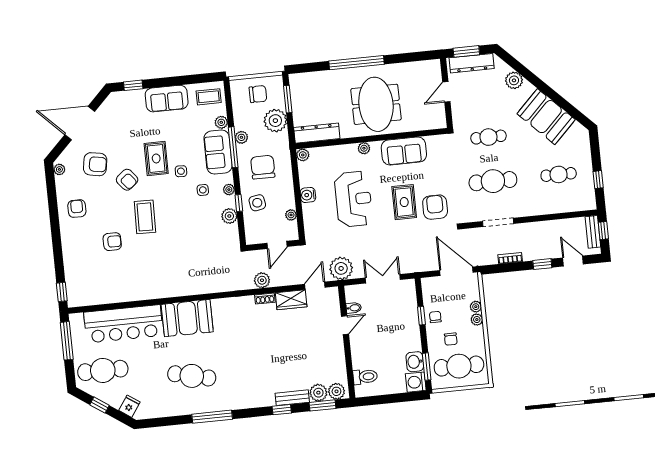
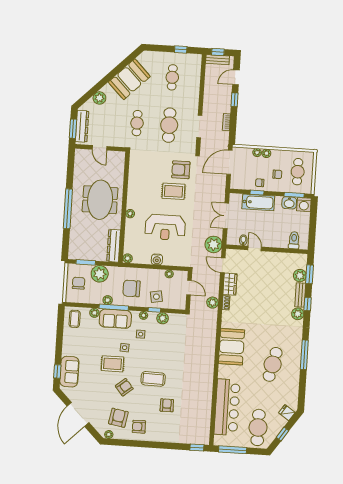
sofa: (167, 99) -> (69, 372), moved
meeting table: (376, 104) -> (100, 200), turned 90
sofa: (404, 151) -> (137, 185), removed
armchair: (95, 164) -> (118, 418), moved
reception desk: (353, 199) -> (165, 227), turned 180
booth: (187, 318) -> (232, 347), moved
bathtub: (408, 319) -> (258, 202), added
cafe table: (459, 366) -> (298, 172), width x0.73, depth x0.74
plant: (336, 391) -> (298, 314), moved

